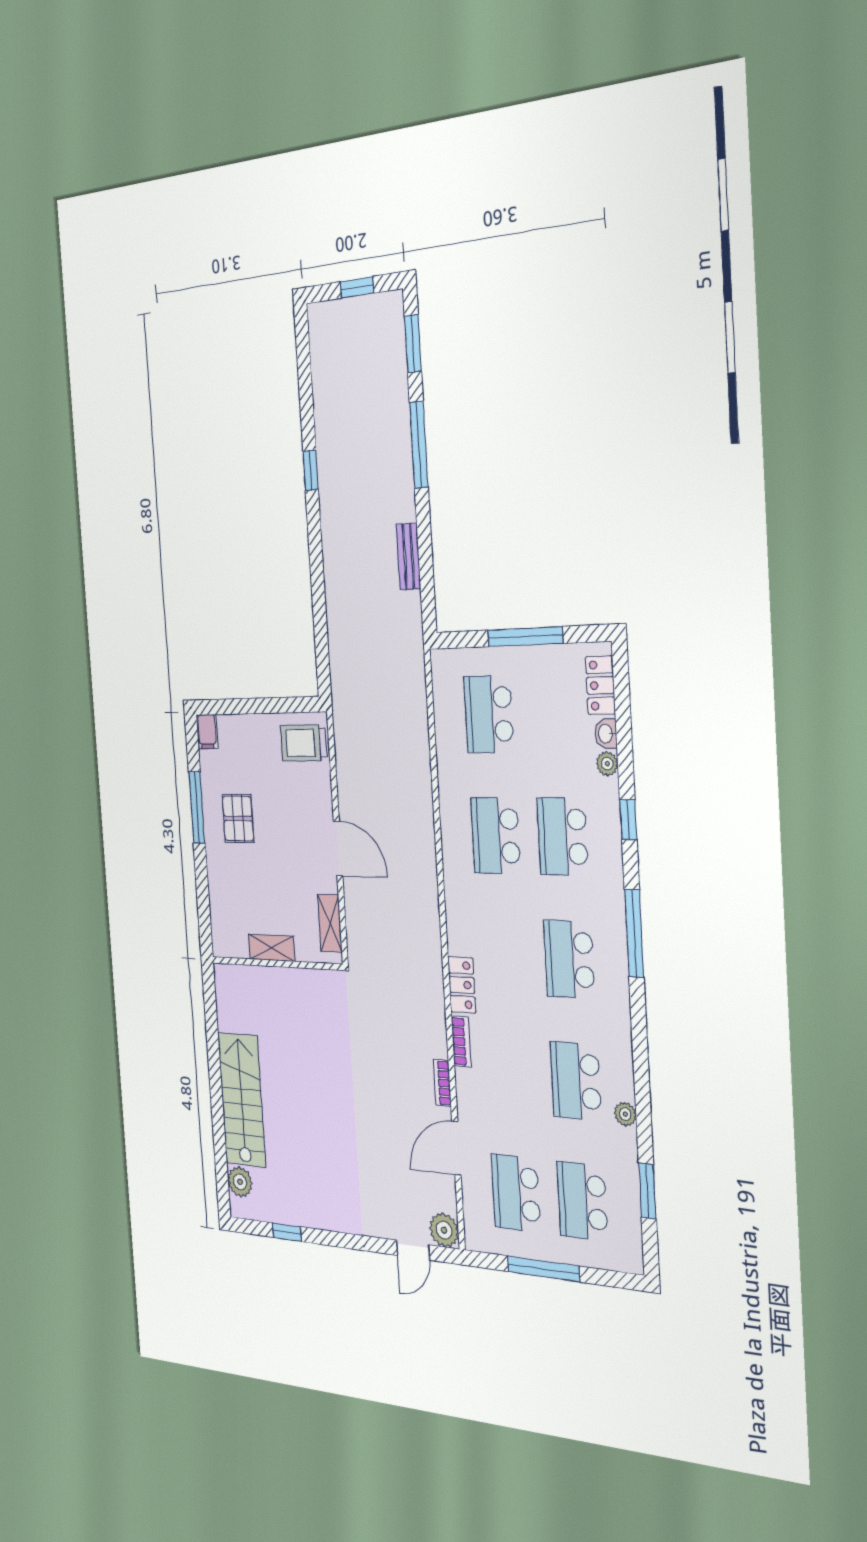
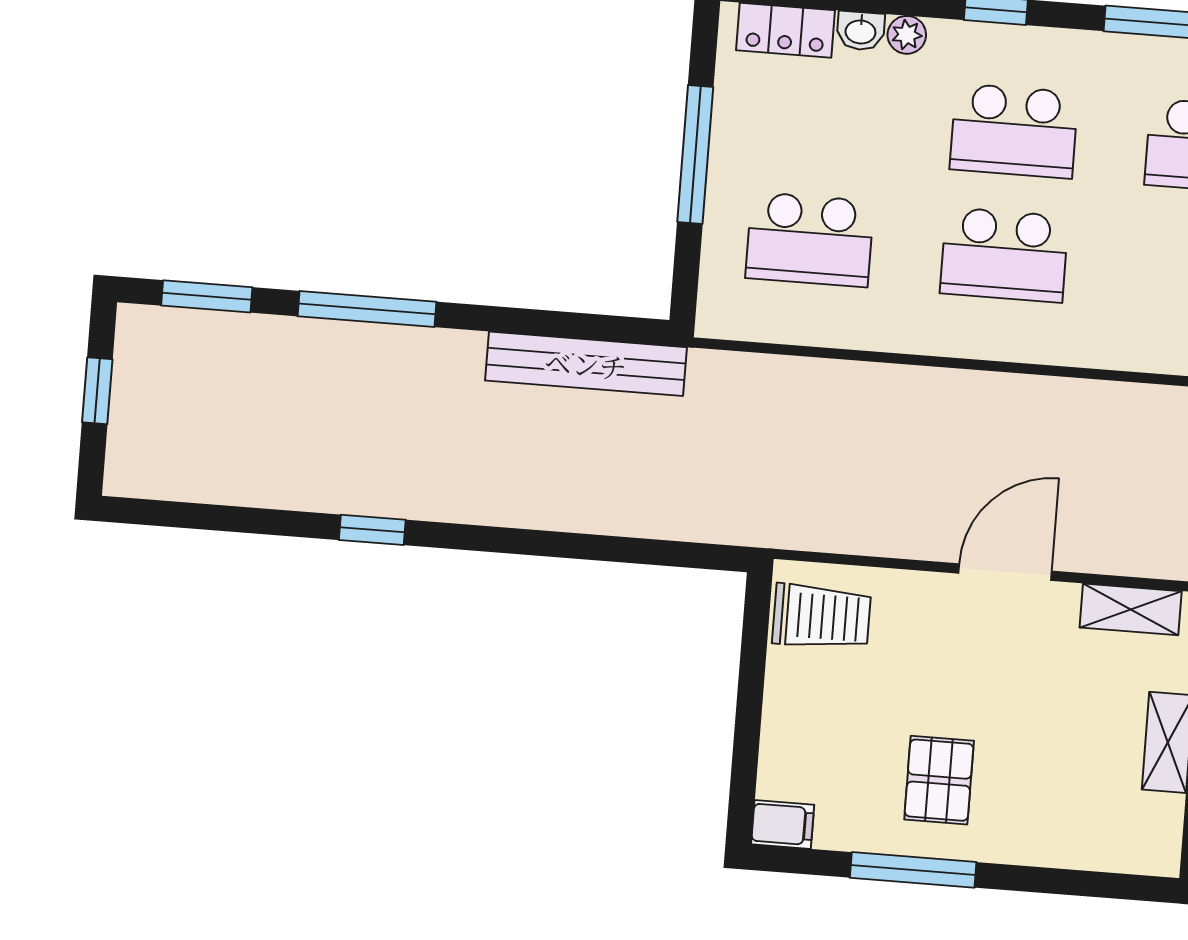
bench: (408, 556) -> (586, 364), width x1.86, depth x1.21
trolley: (304, 743) -> (822, 617), turned -90
pallet: (238, 819) -> (939, 780), turned 90

